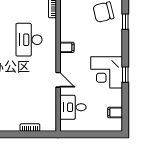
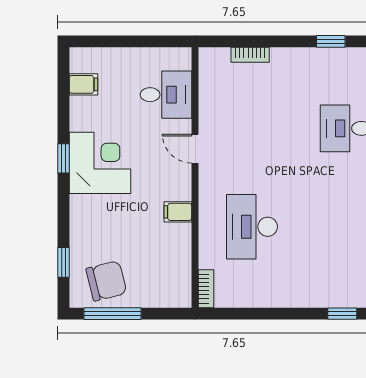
desk: (29, 40) -> (252, 227), turned 180

